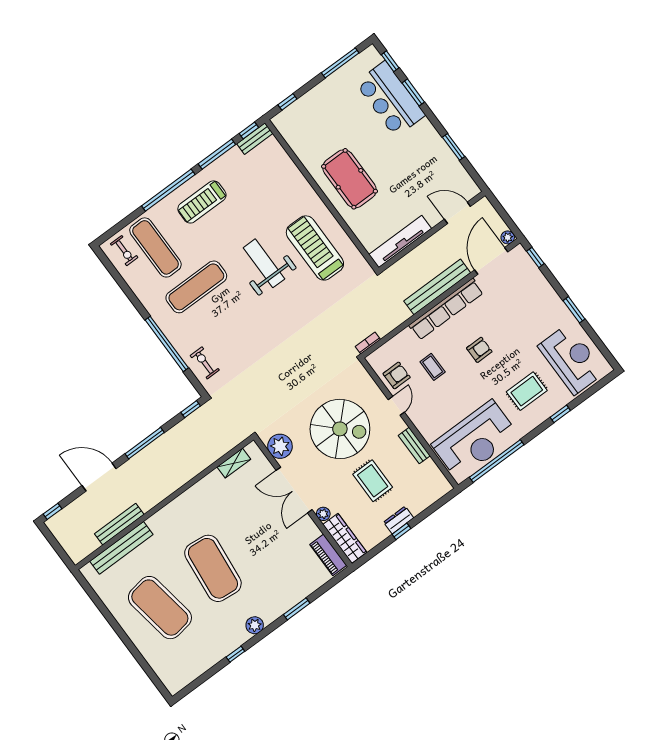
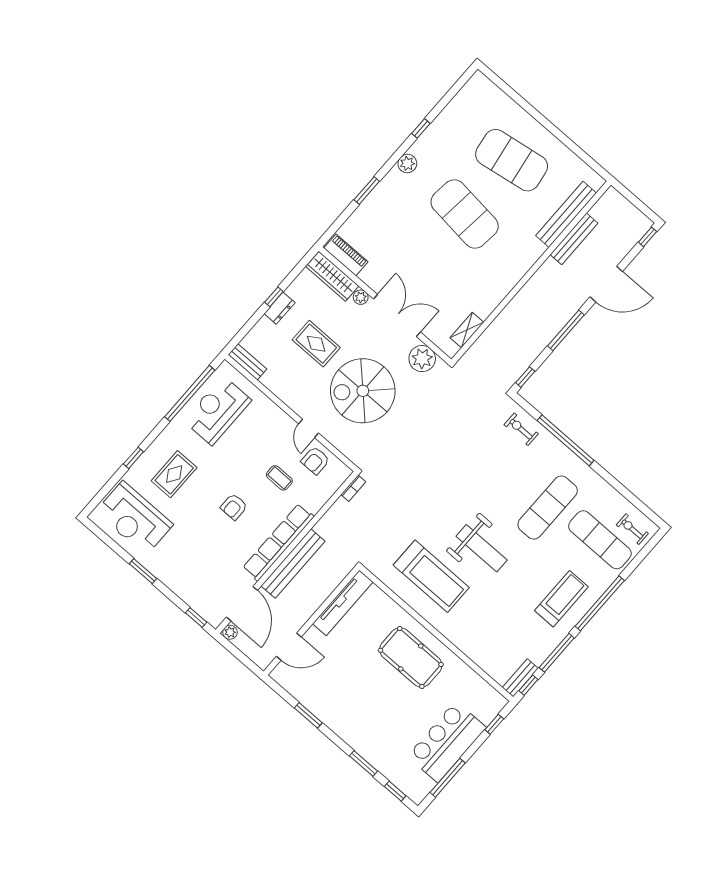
bar counter: (390, 99) -> (447, 742), moved, turned -90
exercise bike: (205, 363) -> (521, 429), turned 180
reception desk: (475, 440) -> (217, 411), width x0.74, depth x0.77
bench: (414, 446) -> (248, 362), moved

